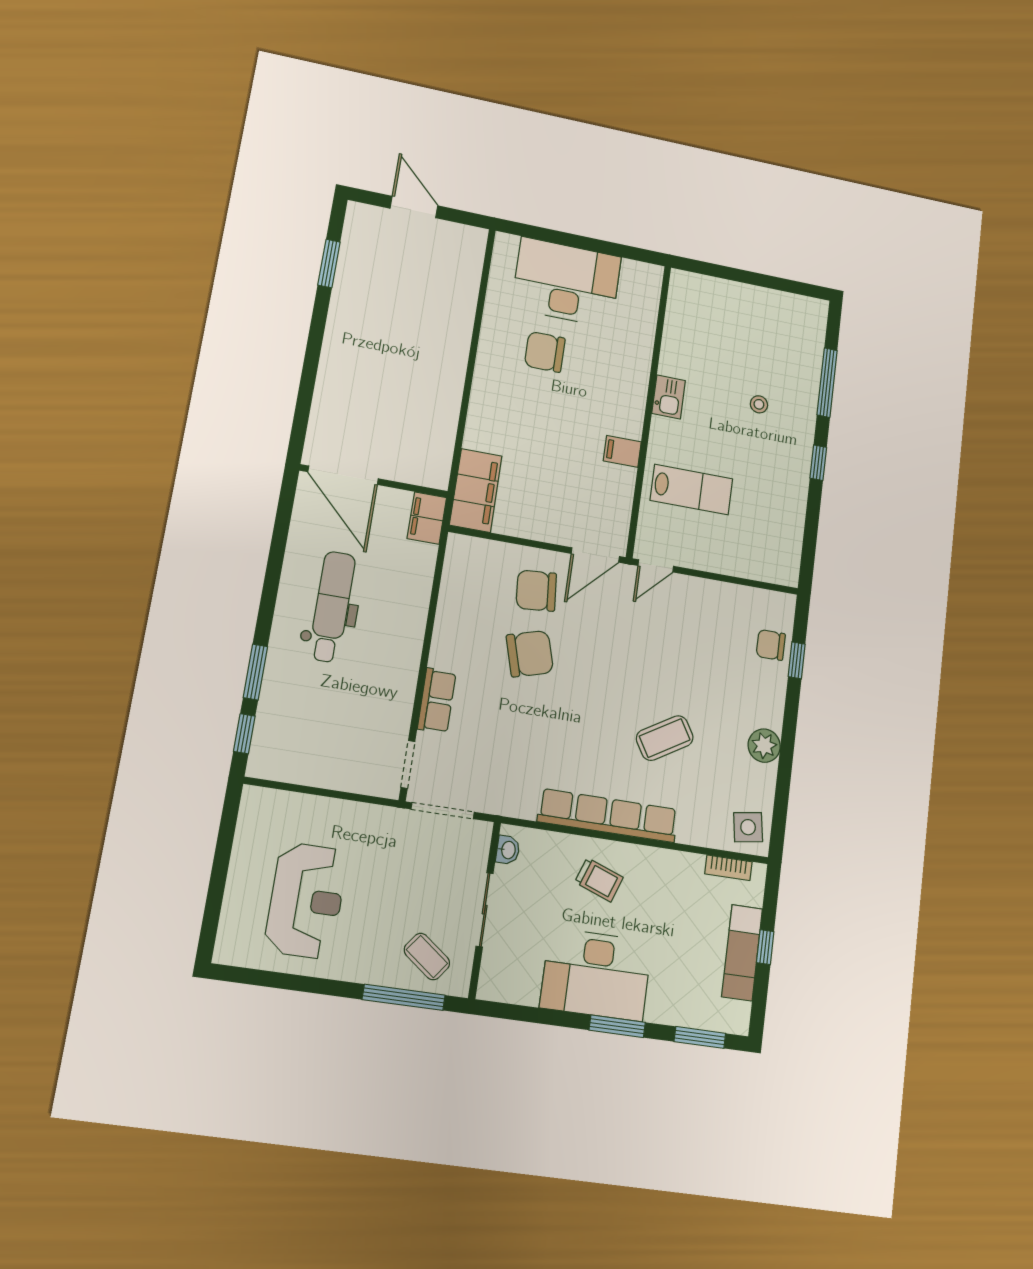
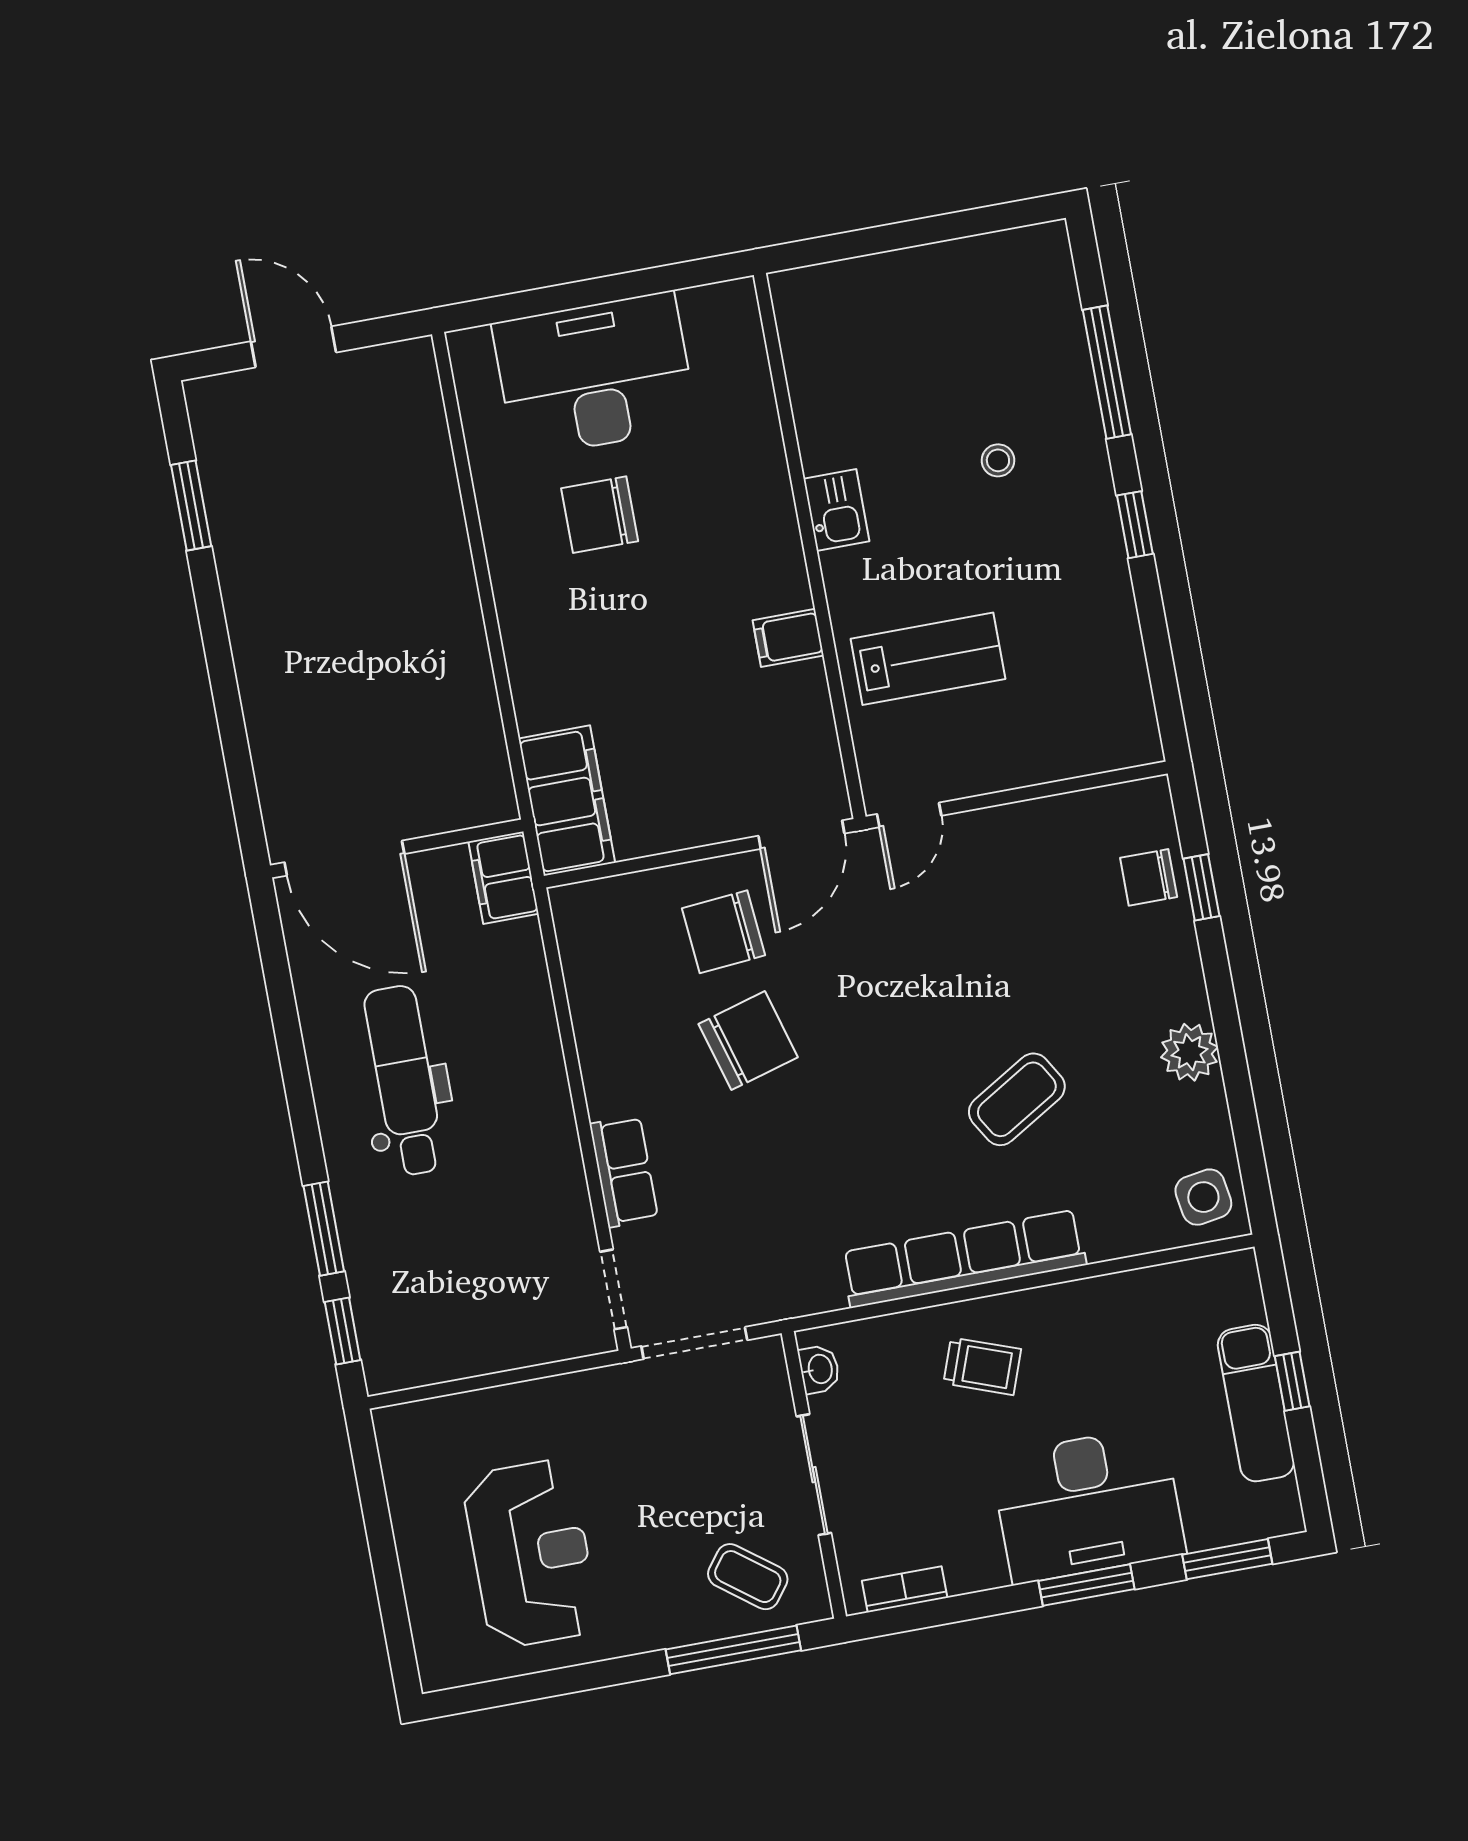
bookcase: (728, 868) -> (905, 1589), moved, turned 180
desk: (596, 974) -> (1088, 1505), moved

